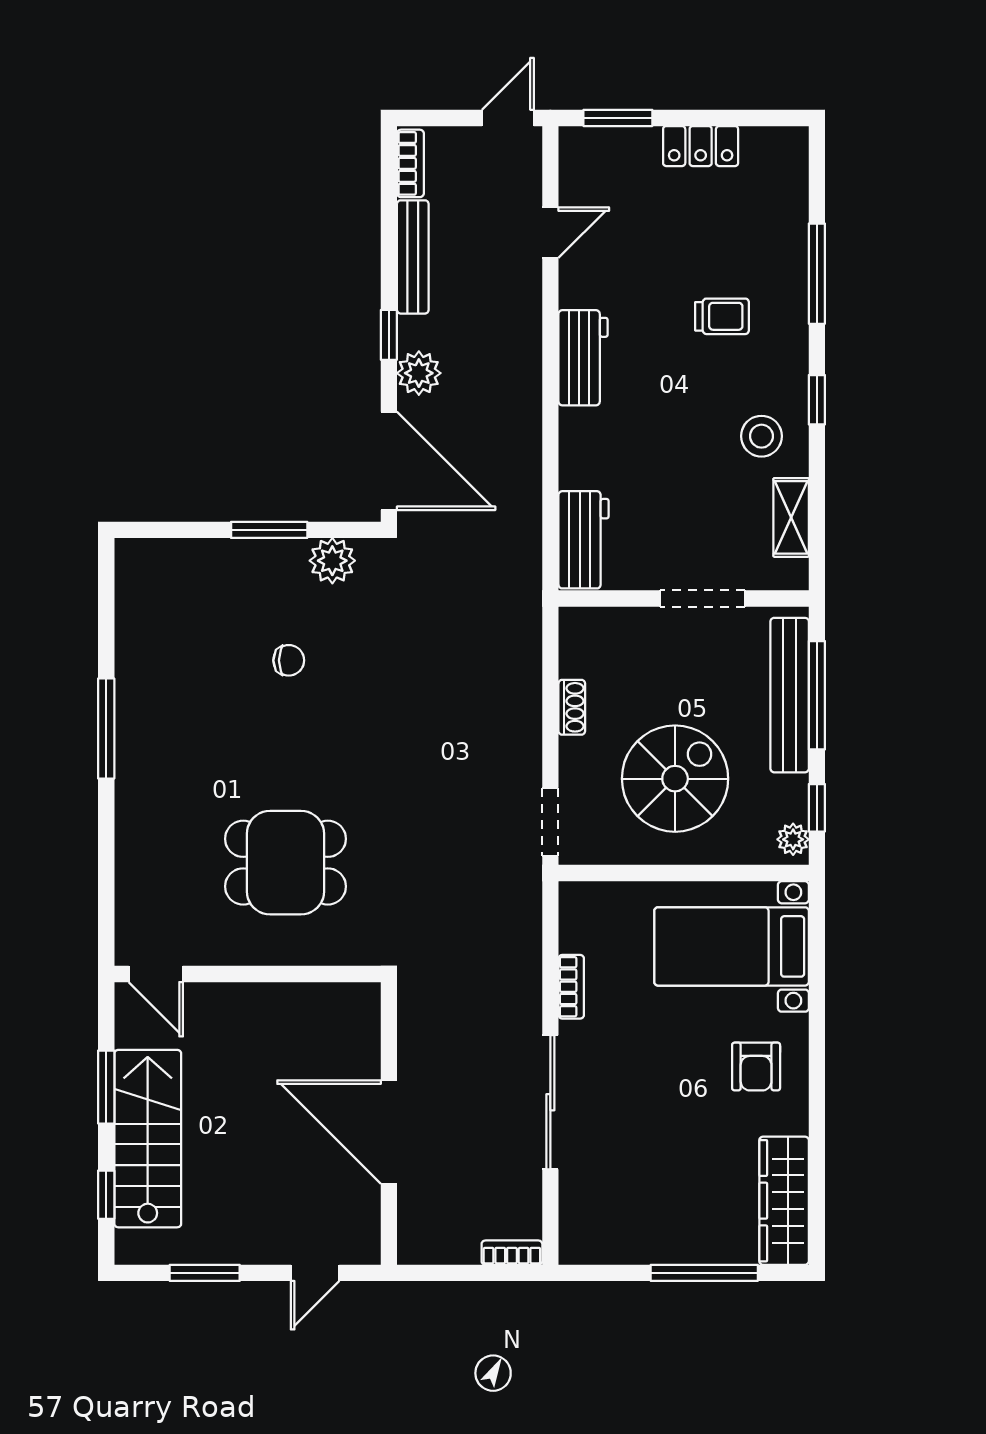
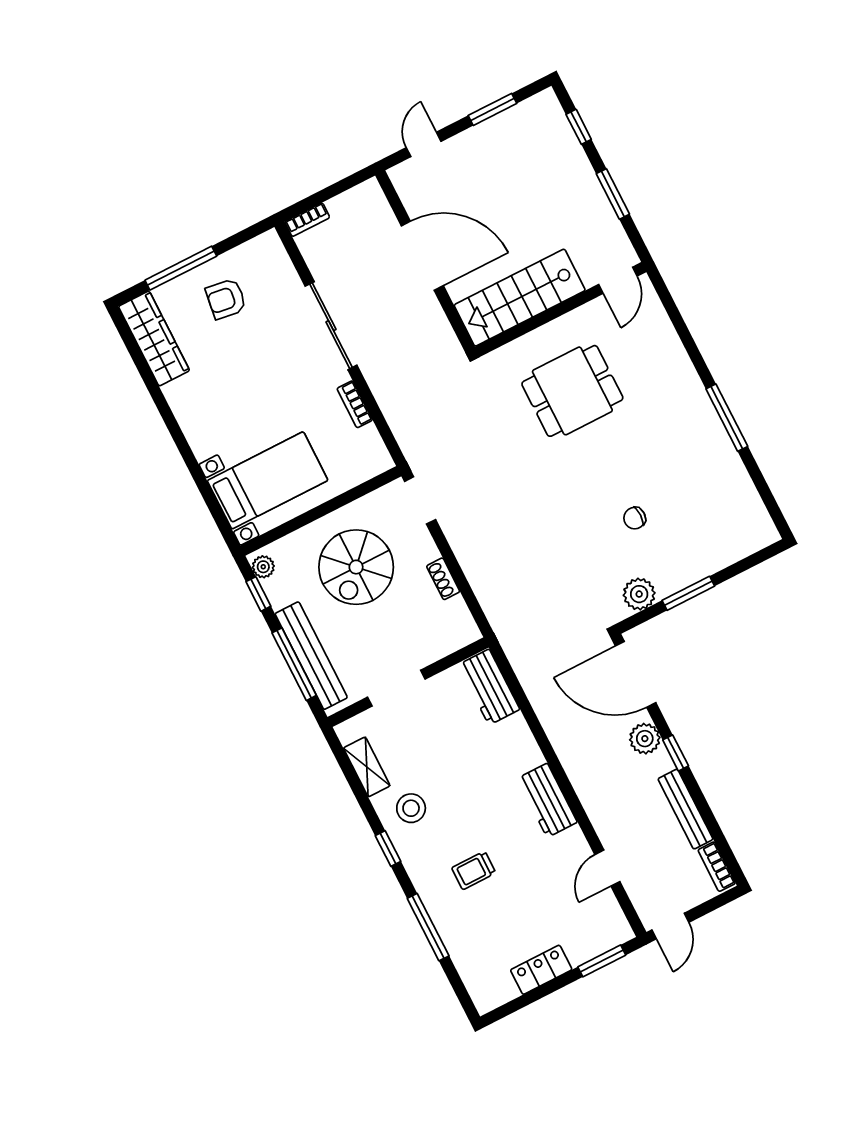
door: (156, 974) -> (618, 280), swing flipped
armchair: (756, 1066) -> (226, 299), moved, turned -82
stairs: (148, 1139) -> (520, 298), moved, turned 90

